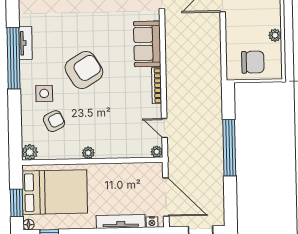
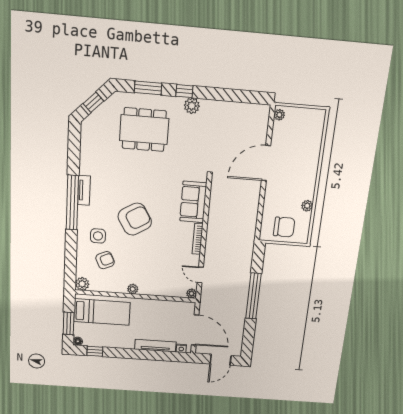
bed: (55, 192) -> (102, 312), width x0.67

